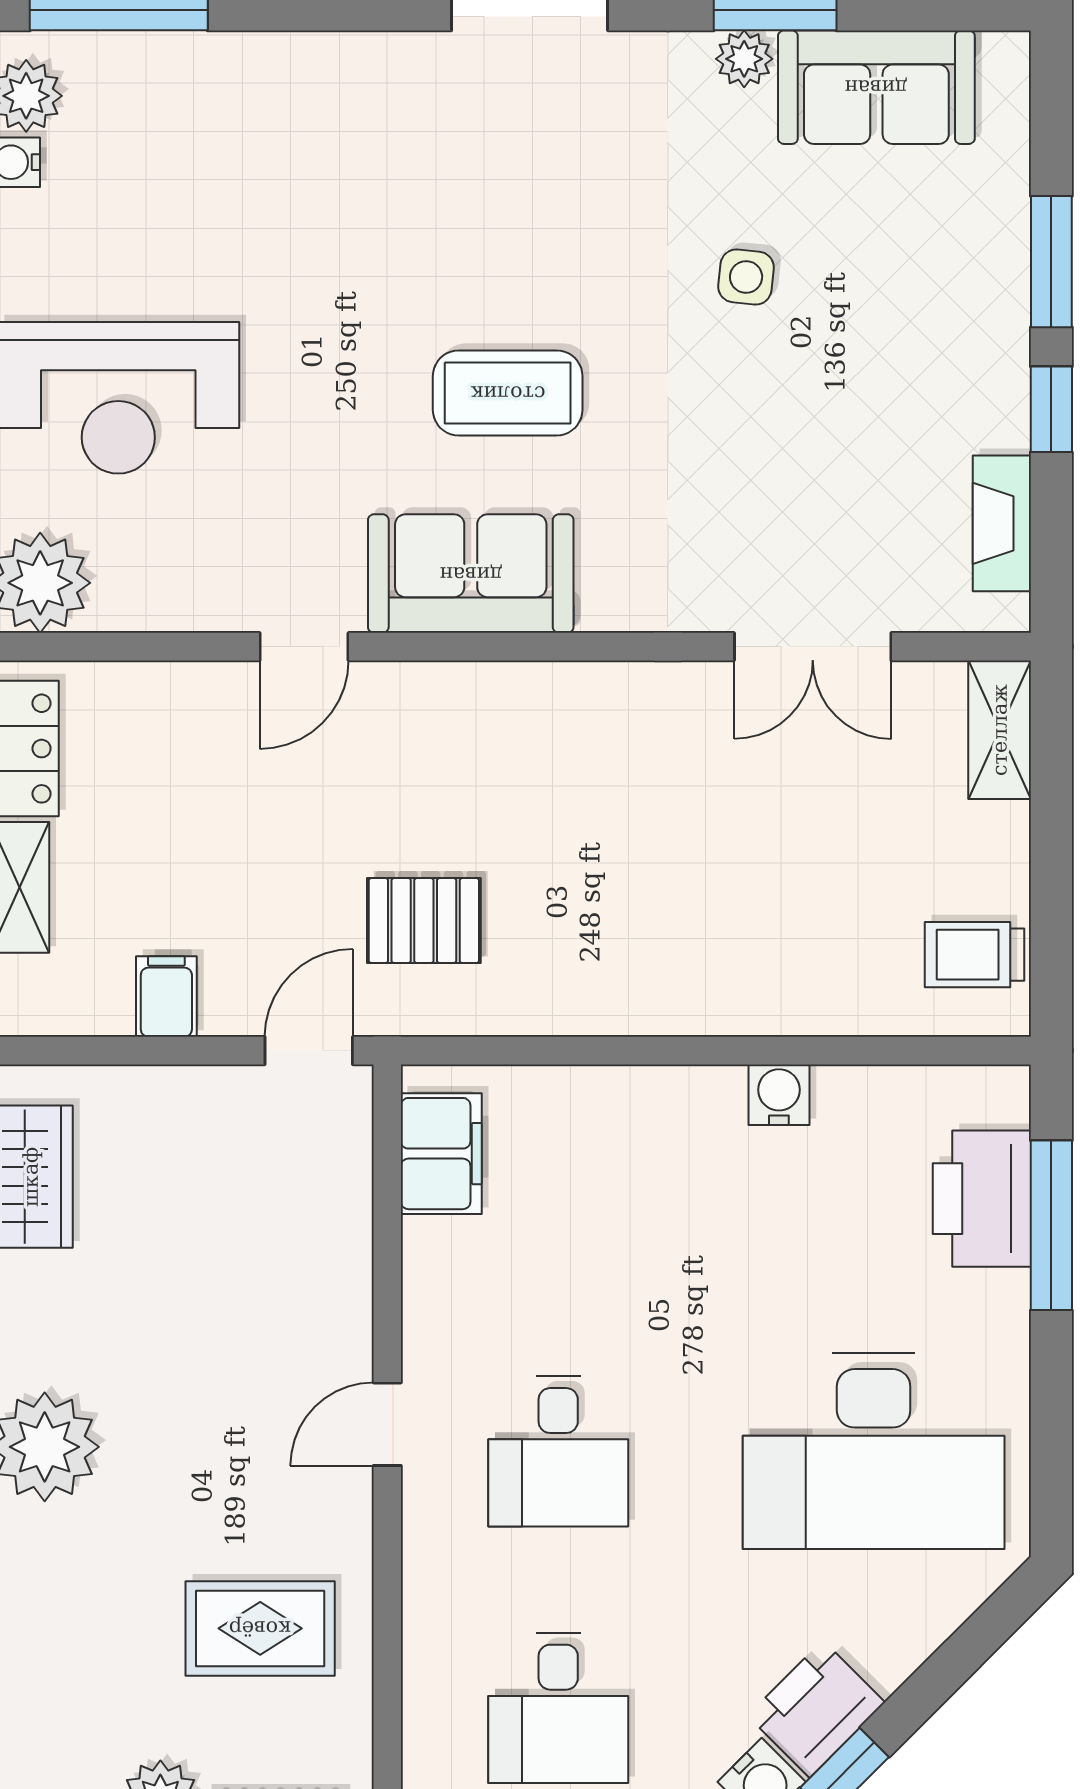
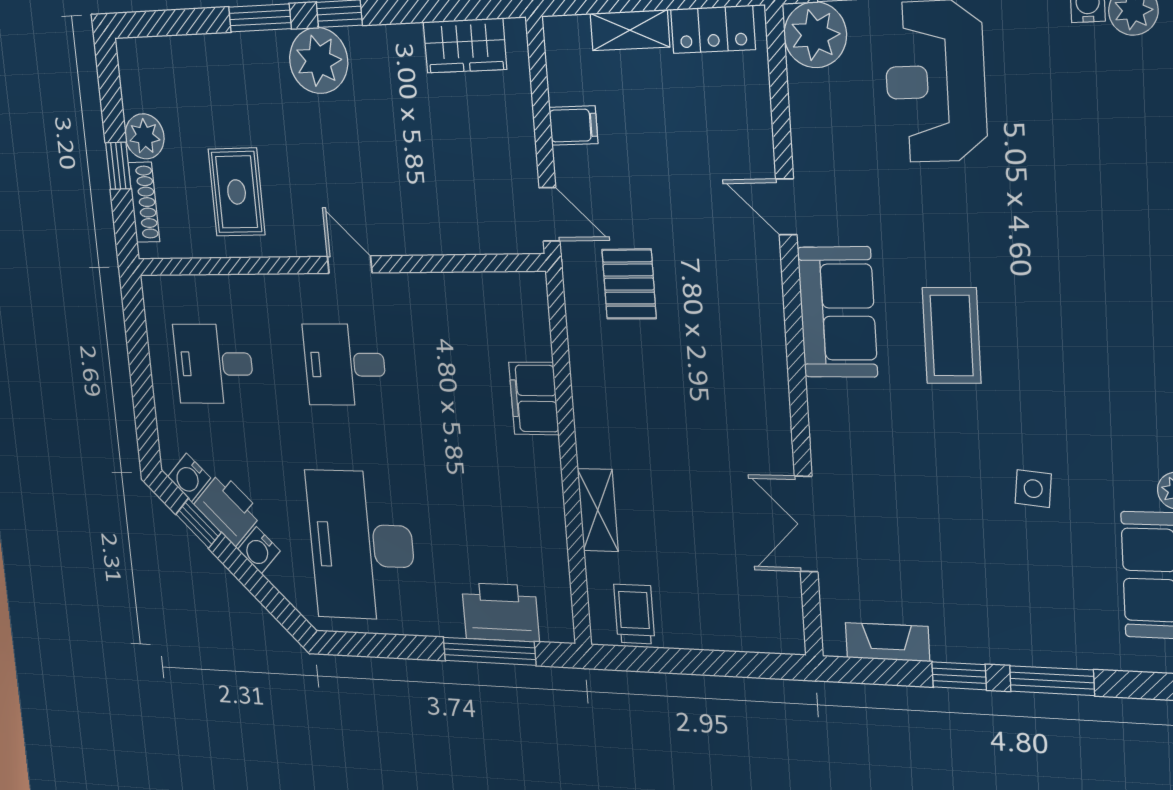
shelving: (1000, 730) -> (598, 510), moved, turned 90
water cooler: (779, 1095) -> (259, 550), moved, turned 135
filing cabinet: (441, 1154) -> (534, 398), moved, turned 90

